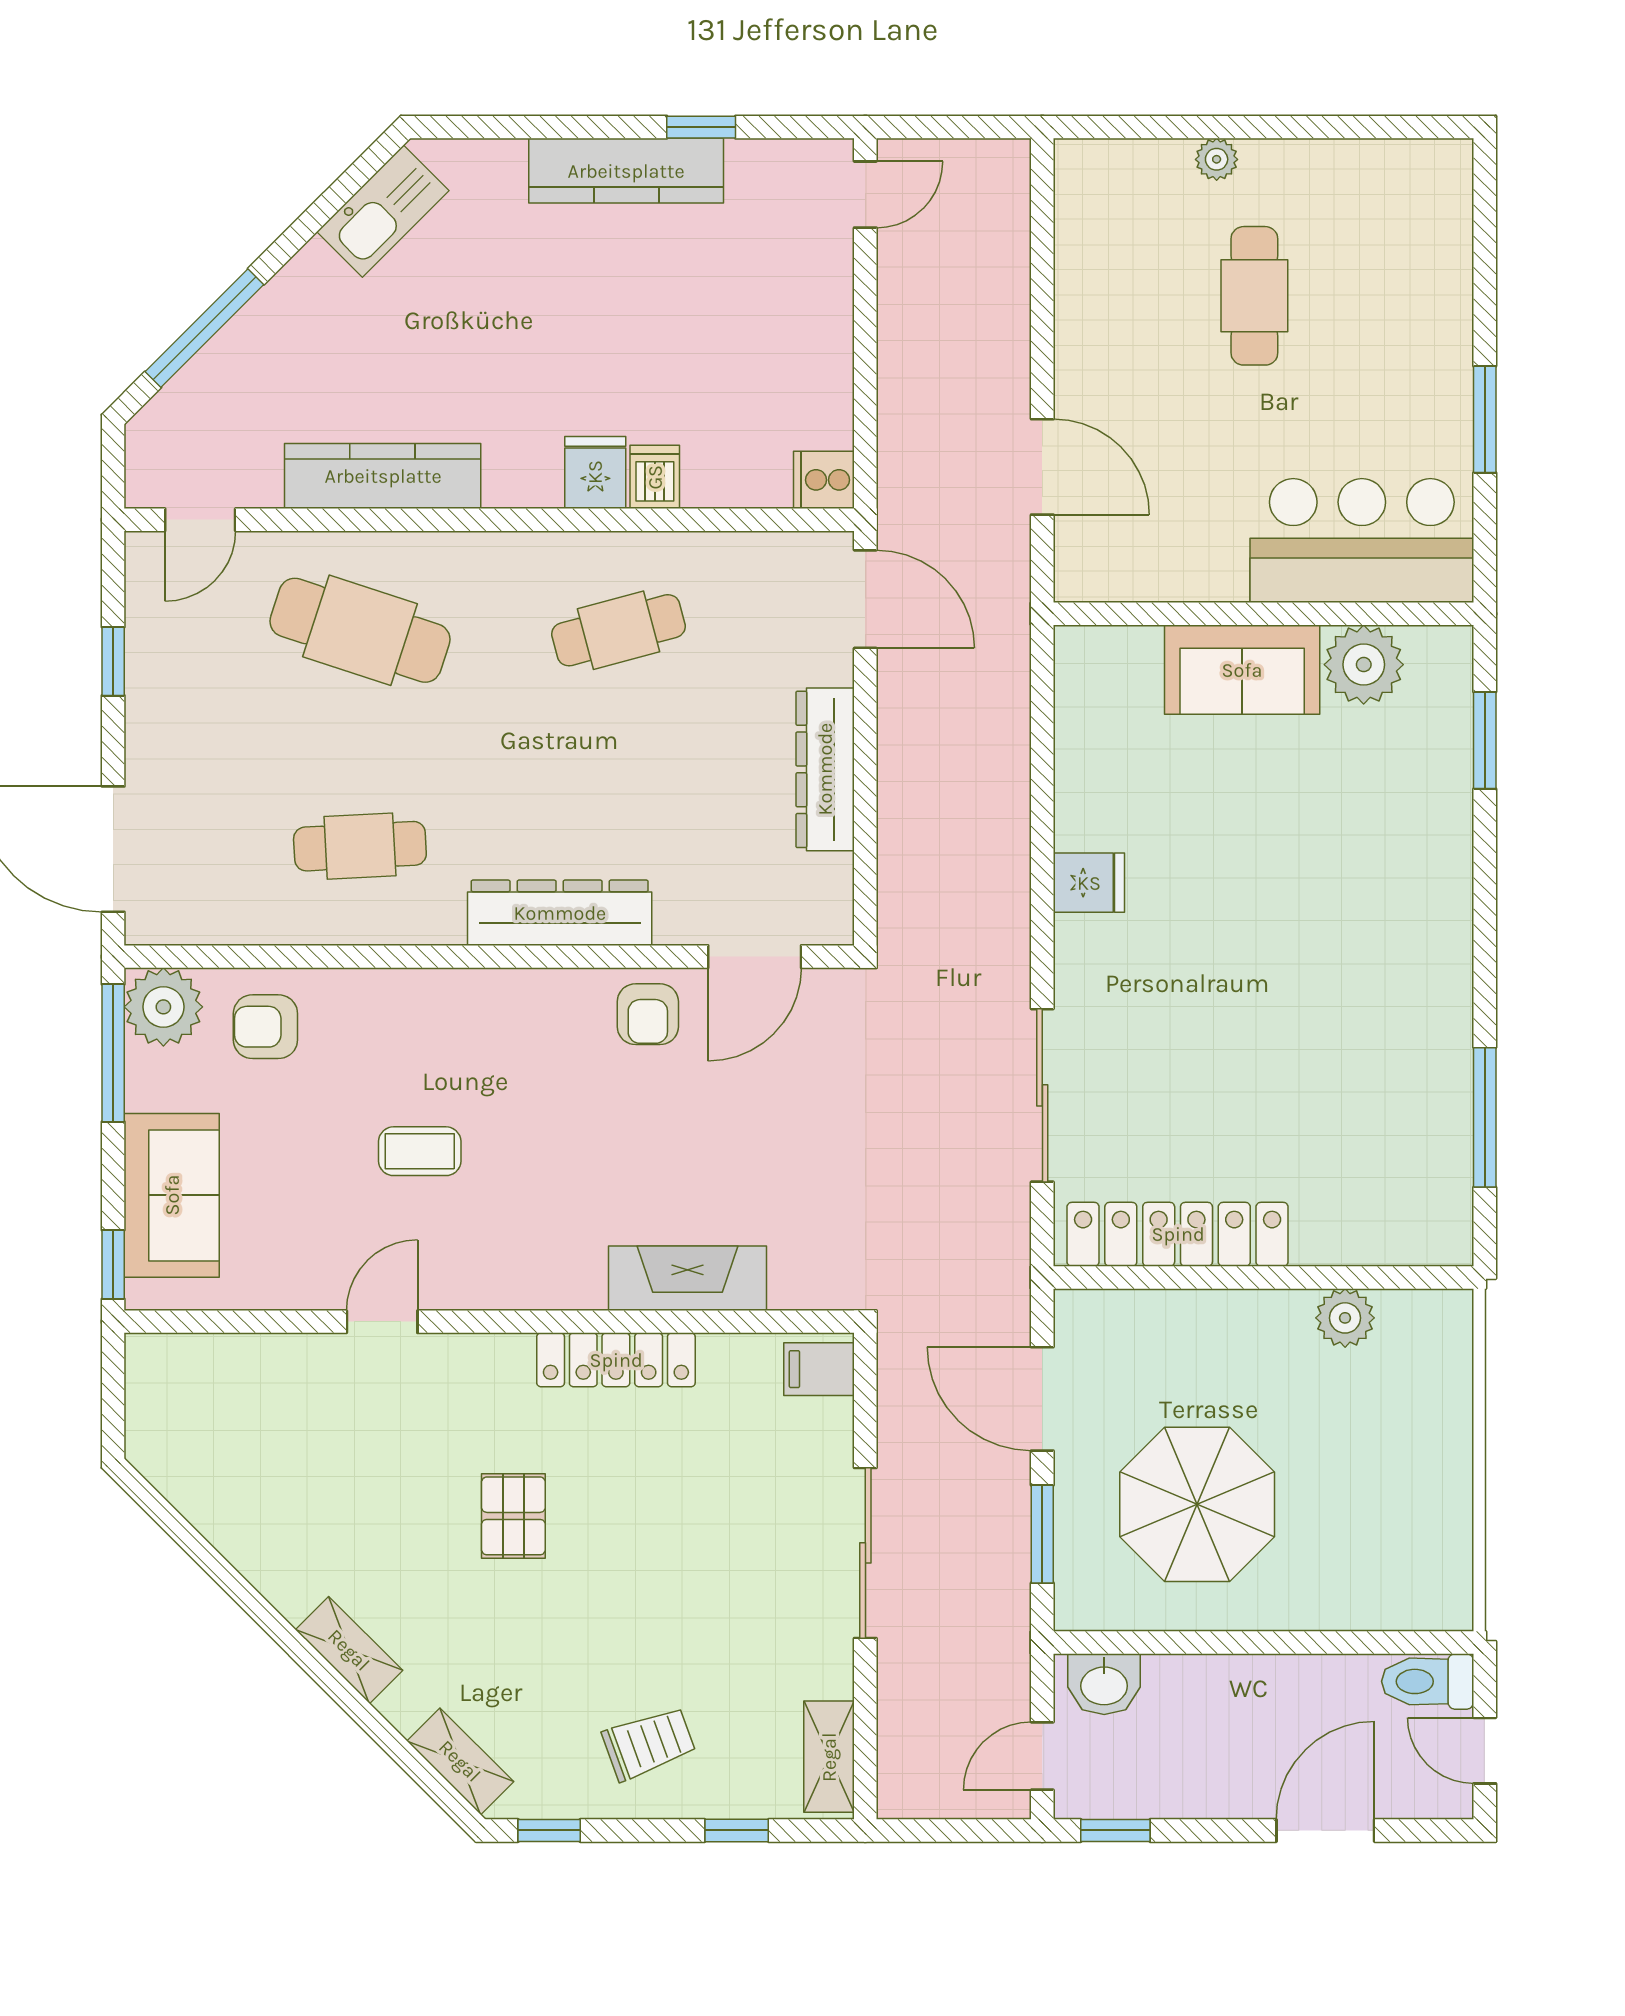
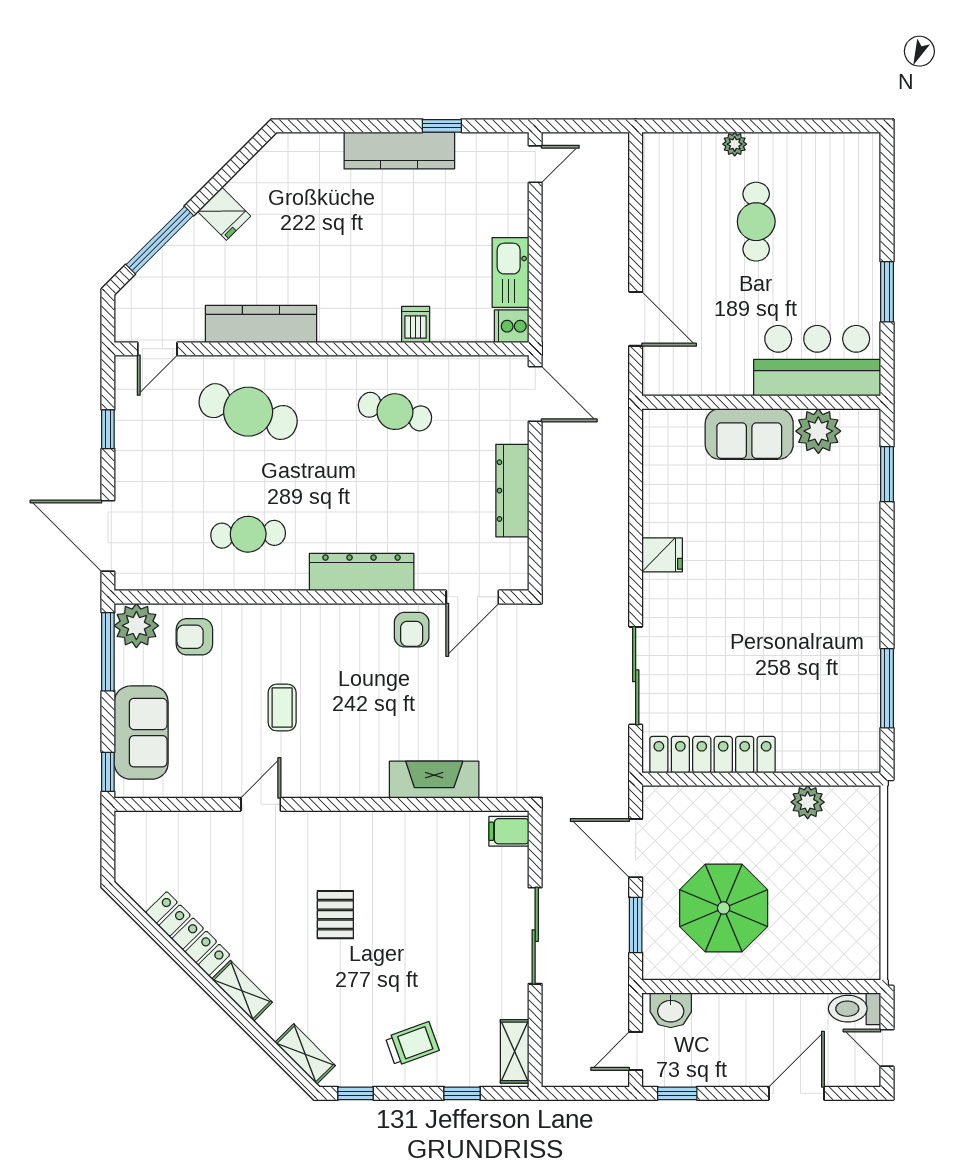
kitchen sink: (383, 211) -> (510, 272), moved, turned 135
fridge: (595, 472) -> (224, 214), moved, turned 135
cafe table: (618, 630) -> (395, 412), turned 30
coffee table: (420, 1151) -> (282, 707), turned 90
locker: (616, 1360) -> (188, 934), moved, turned -135

